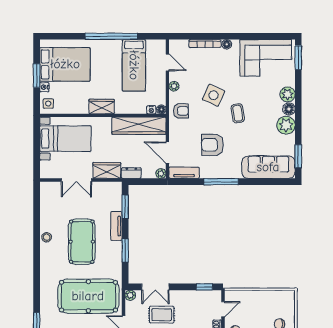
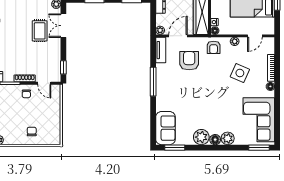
side table: (214, 95) -> (240, 73), moved
coffee table: (238, 113) -> (211, 96), removed
armchair: (213, 145) -> (189, 61), moved
sofa: (268, 167) -> (165, 128), width x0.73

